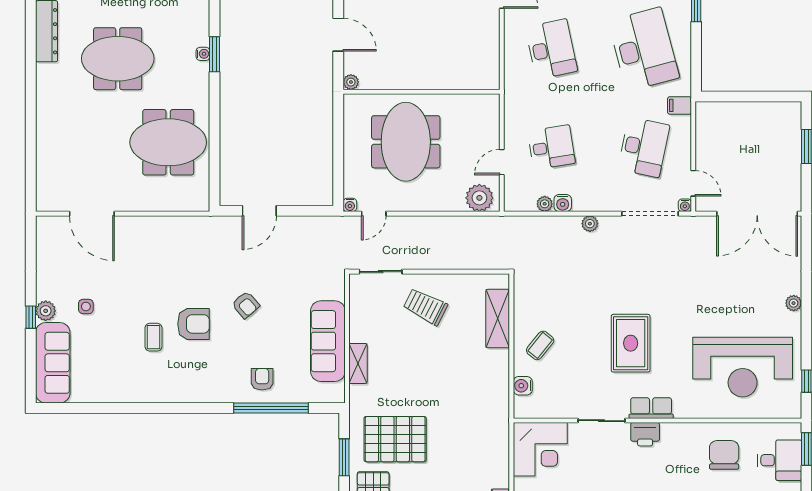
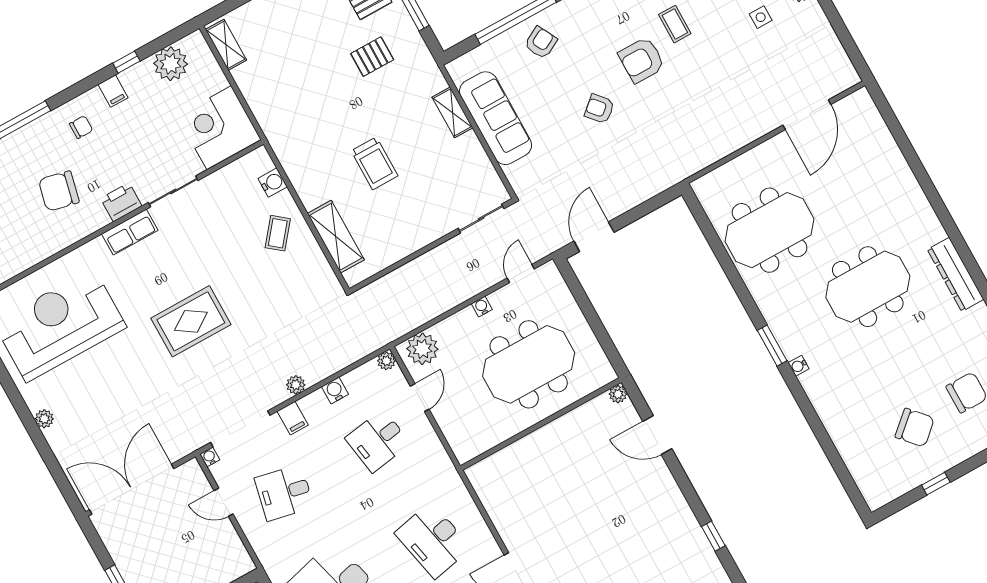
water cooler: (203, 54) -> (799, 366), moved
filing cabinet: (679, 105) -> (293, 418), moved, turned 90
meeting table: (406, 142) -> (529, 364), turned 90
desk: (644, 147) -> (284, 493), width x0.73
door: (693, 183) -> (224, 502), moved
plant: (545, 204) -> (386, 361), moved
water cooler: (350, 205) -> (482, 307), moved
door: (259, 211) -> (594, 237), moved
door: (92, 214) -> (807, 115), swing flipped
trolley: (425, 307) -> (374, 163), moved, turned 63
rug: (631, 343) -> (191, 321), moved, turned 90
armchair: (262, 379) -> (541, 43), turned -118
pallet: (395, 439) -> (372, 57), width x0.49, depth x0.50
chair: (724, 455) -> (59, 191), moved, turned 103

